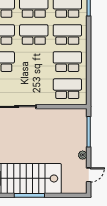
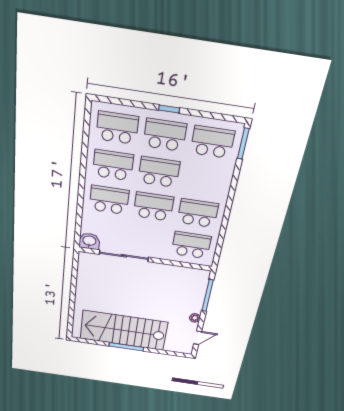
school desk: (67, 35) -> (153, 207), moved

